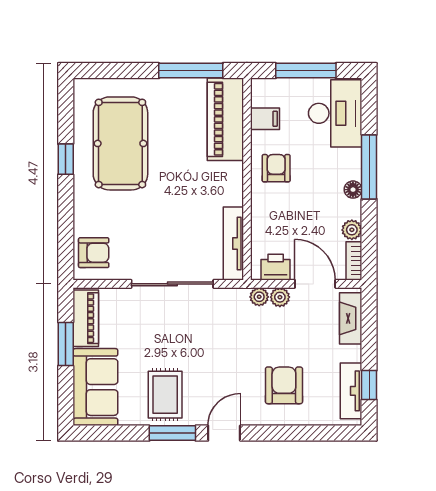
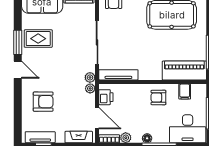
armchair: (276, 168) -> (158, 97), turned 180
door: (315, 284) -> (97, 118), hinge flipped
plant: (280, 297) -> (90, 77), moved

